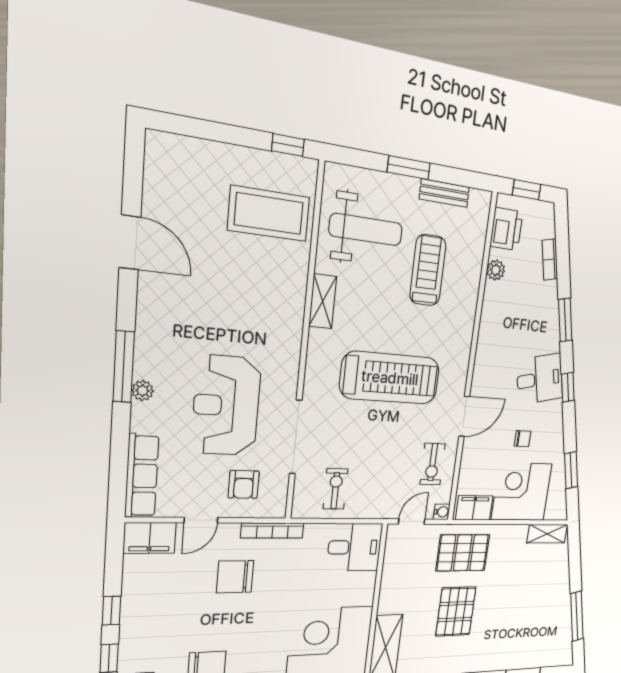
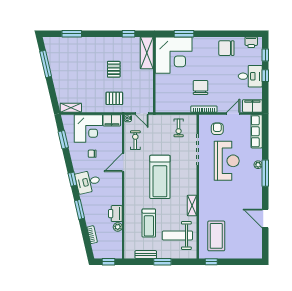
coffee table: (269, 214) -> (216, 236), turned 90
printer: (506, 229) -> (115, 214), moved
treadmill: (390, 378) -> (160, 177), turned -90
door: (412, 522) -> (142, 113), hinge flipped
desk: (355, 547) -> (250, 76), moved, turned 180
pallet: (463, 553) -> (114, 98), width x0.67, depth x0.71
chair: (235, 577) -> (201, 87), moved, turned -90
pallet: (456, 612) -> (114, 69), width x0.67, depth x0.71

